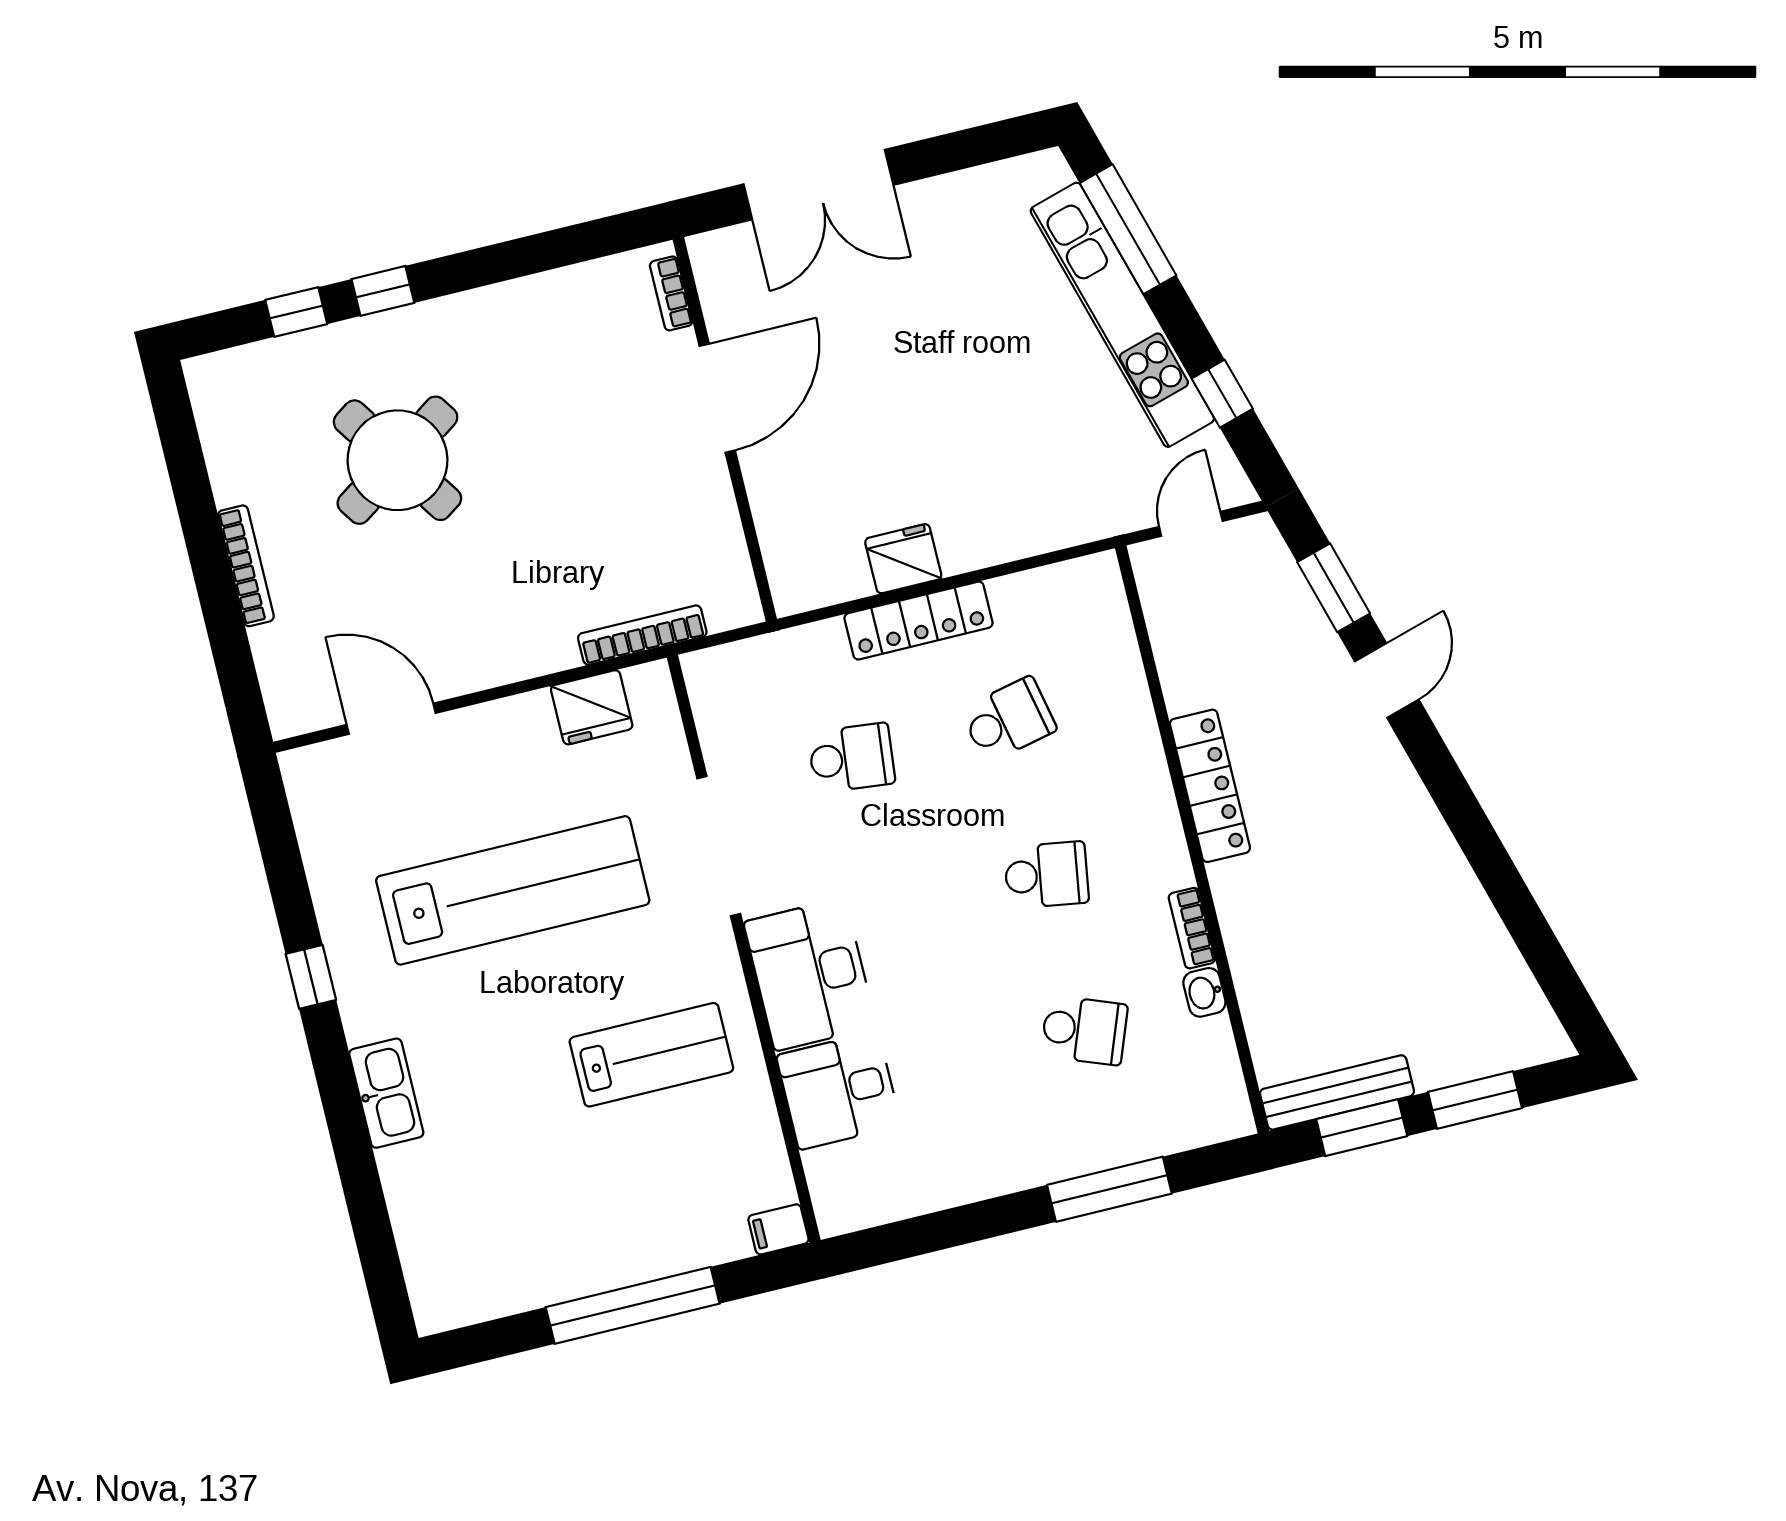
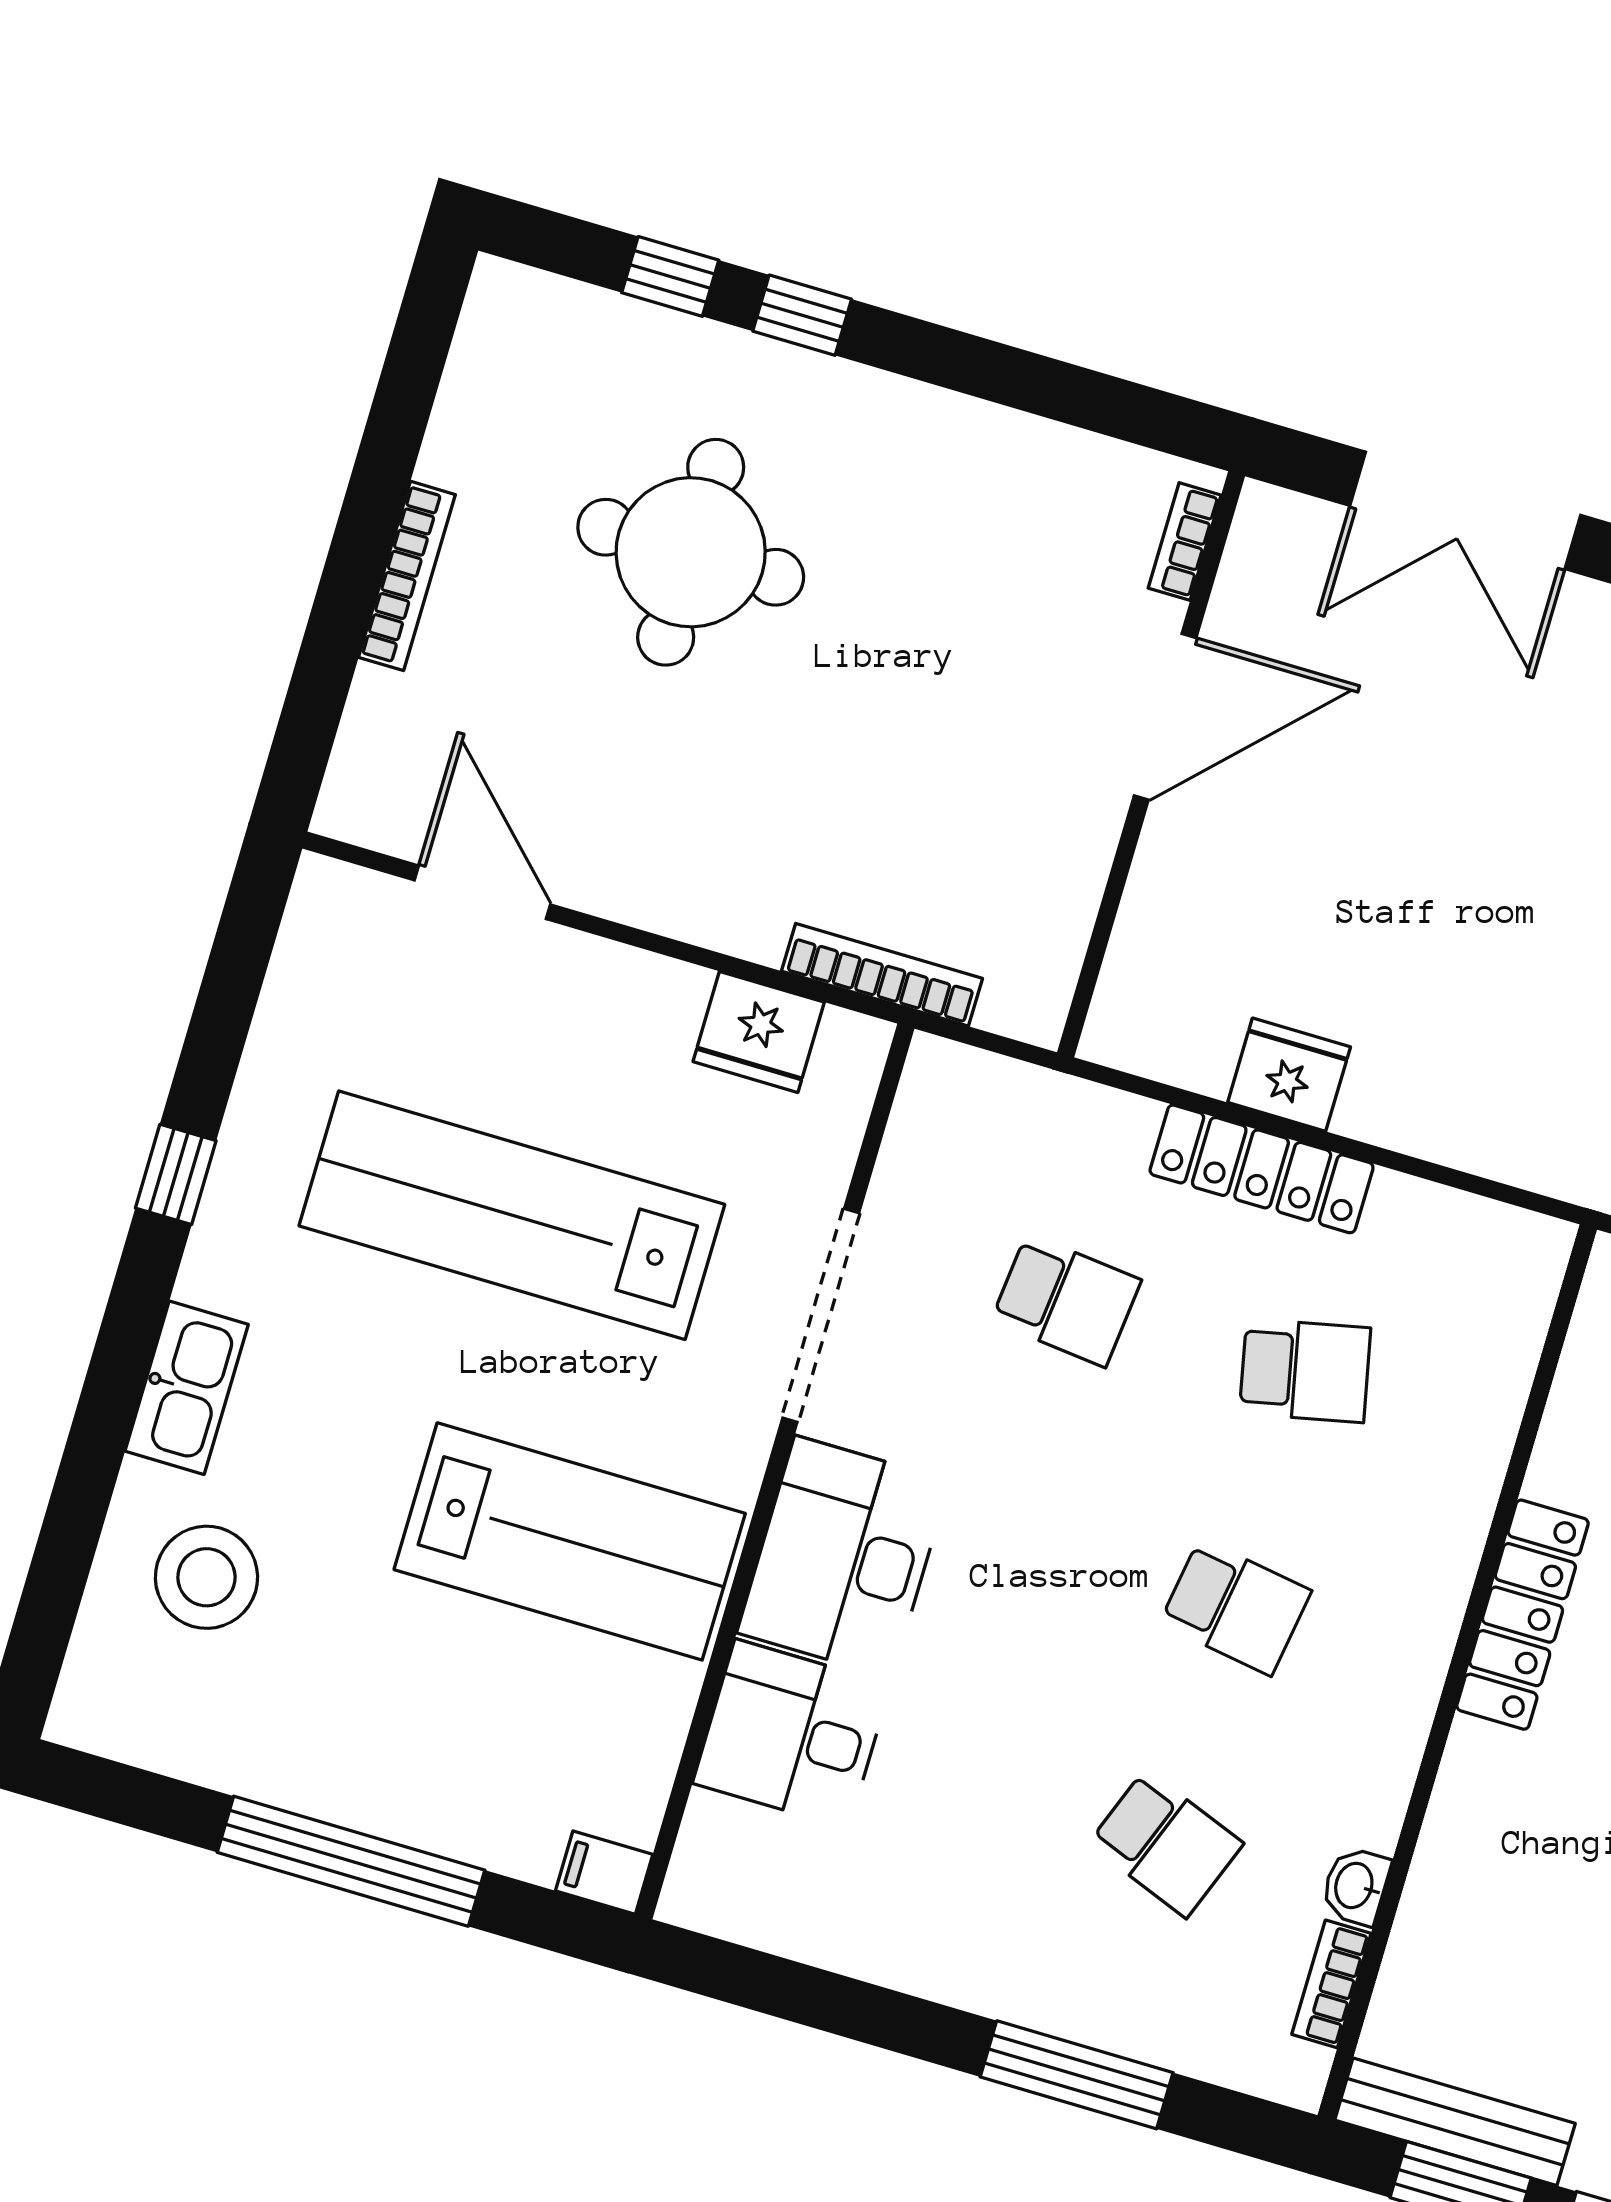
round table: (397, 460) -> (691, 552), turned 34
lab bench: (513, 890) -> (512, 1215), turned 180
bookcase: (1192, 928) -> (1331, 1984), moved
lab bench: (651, 1055) -> (570, 1541), width x1.36, depth x1.39
stool: (459, 1193) -> (206, 1577), added

